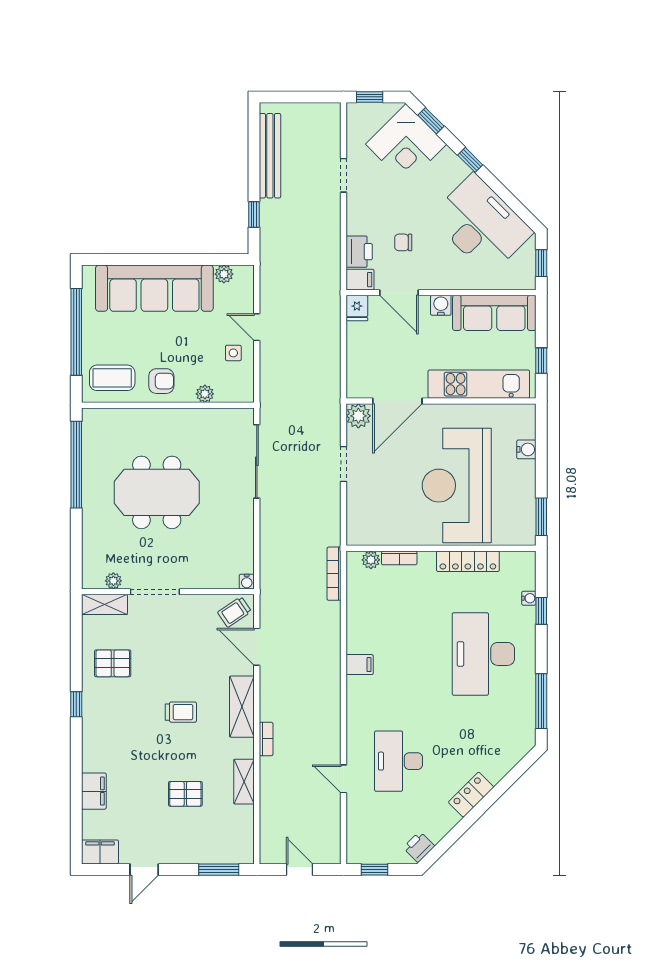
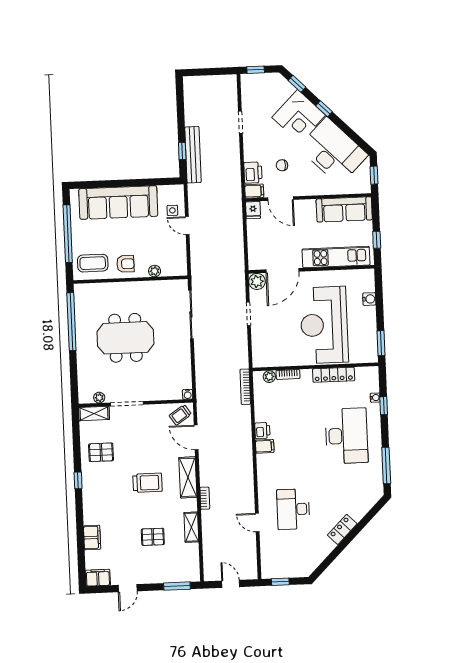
corner desk: (406, 144) -> (299, 116), moved
bench: (270, 156) -> (193, 155), moved
plant: (224, 274) -> (164, 191), removed
water cooler: (441, 305) -> (309, 206), removed
side table: (233, 353) -> (172, 210), moved
desk: (483, 654) -> (346, 436), turned 180
trolley: (181, 712) -> (148, 483), width x1.36, depth x1.39
printer: (419, 847) -> (262, 431), moved, turned 135

